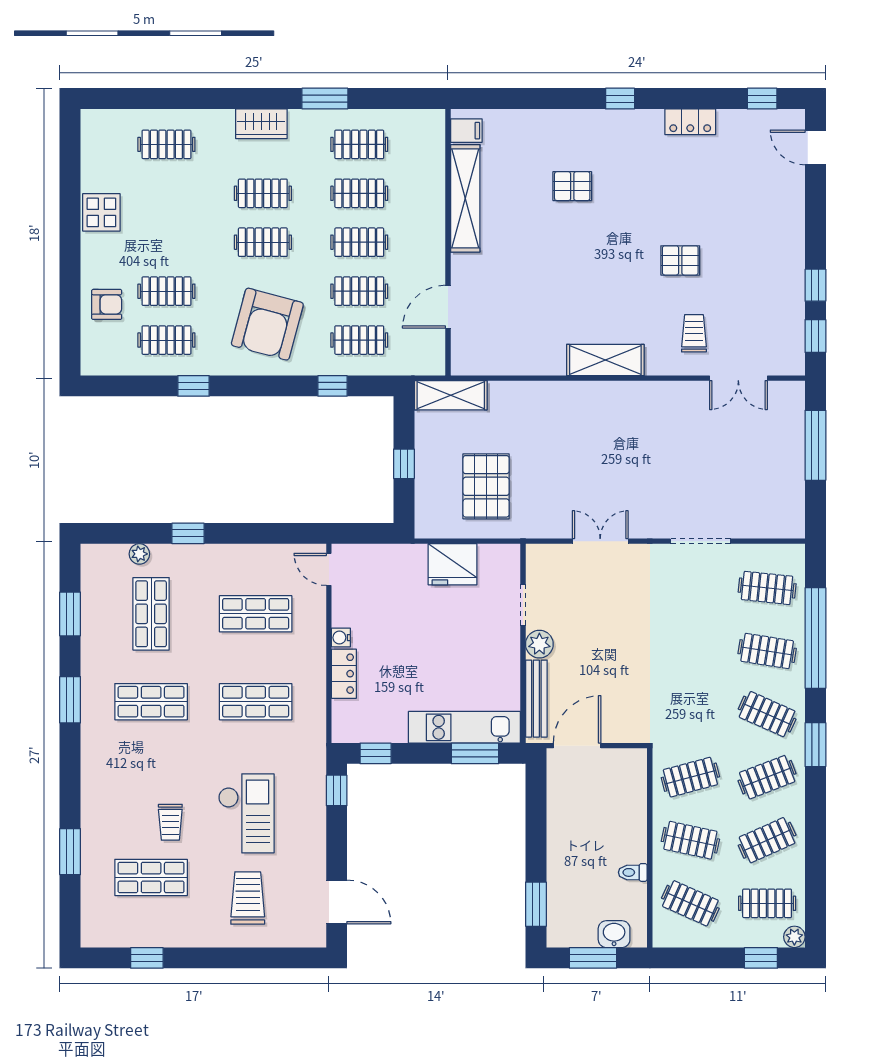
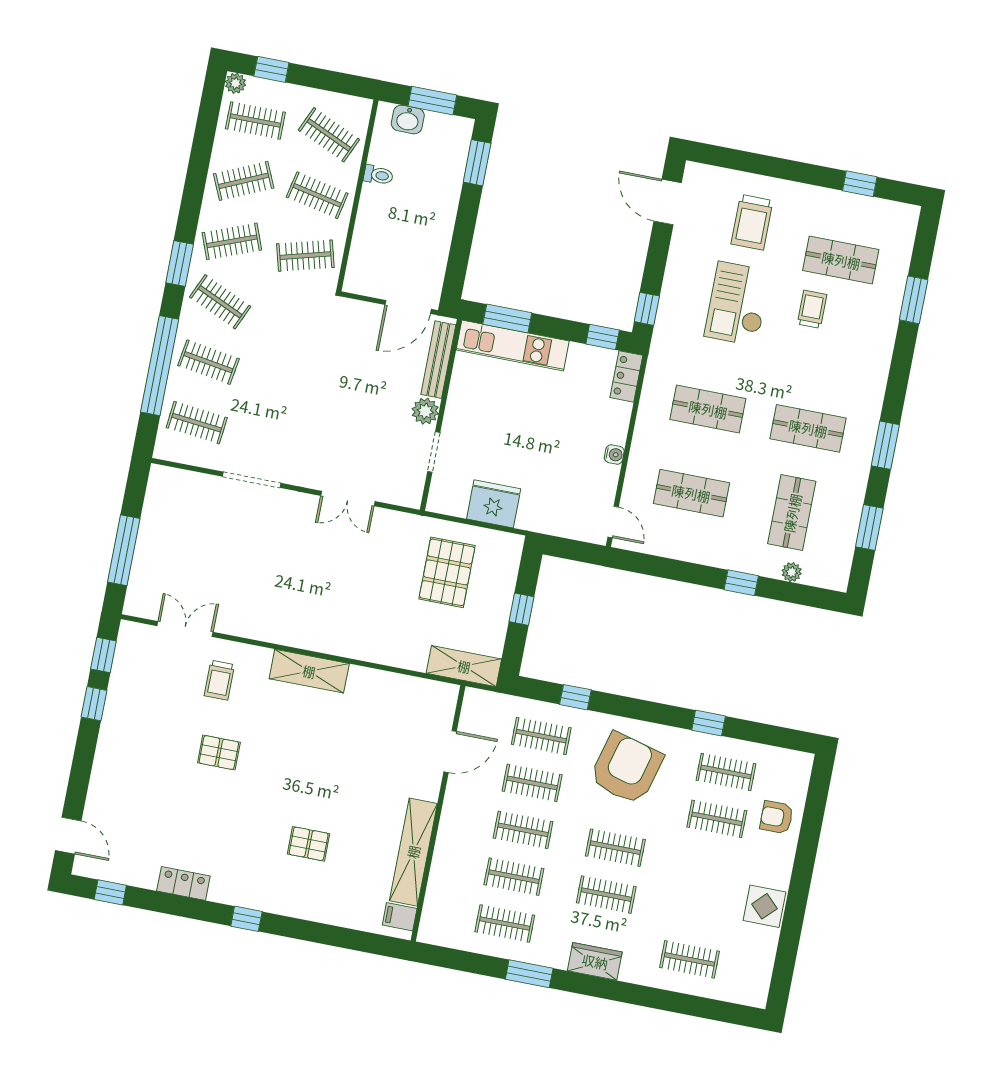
locker: (344, 674) -> (626, 376), moved

